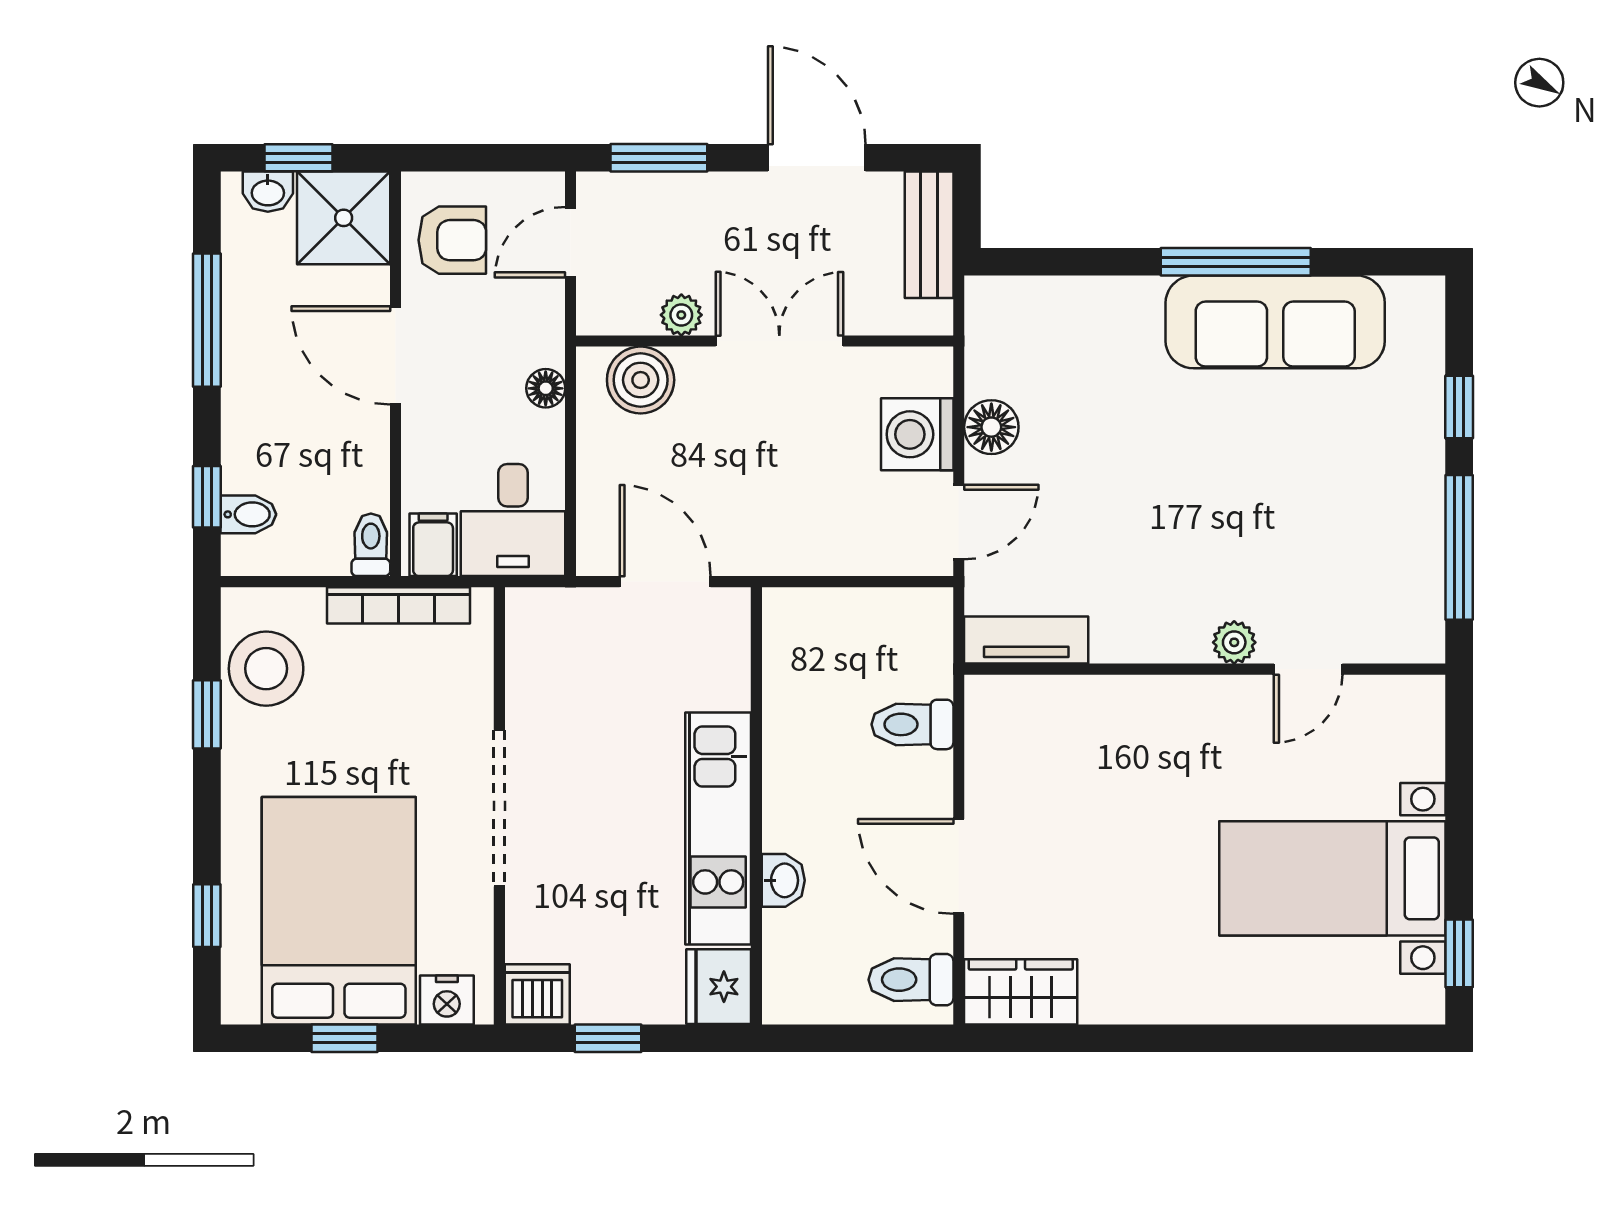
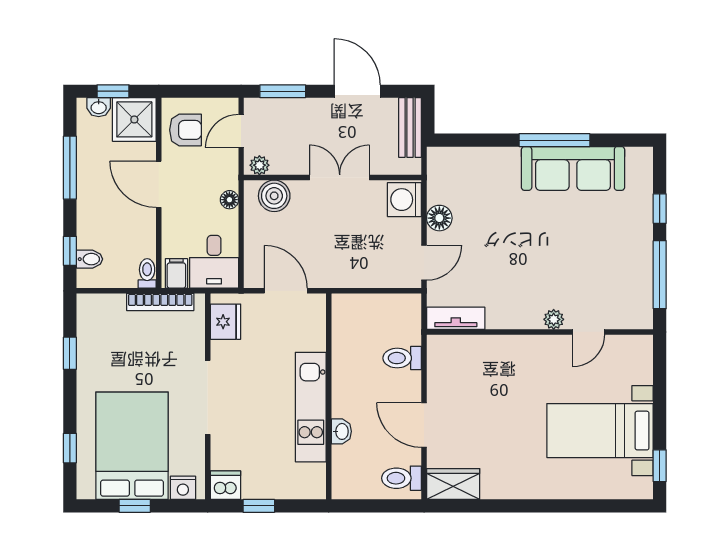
plant: (681, 315) -> (259, 165), moved
washing machine: (917, 434) -> (404, 200), moved
stool: (266, 669) -> (98, 332), removed
fridge: (719, 987) -> (225, 322), moved, turned 180

